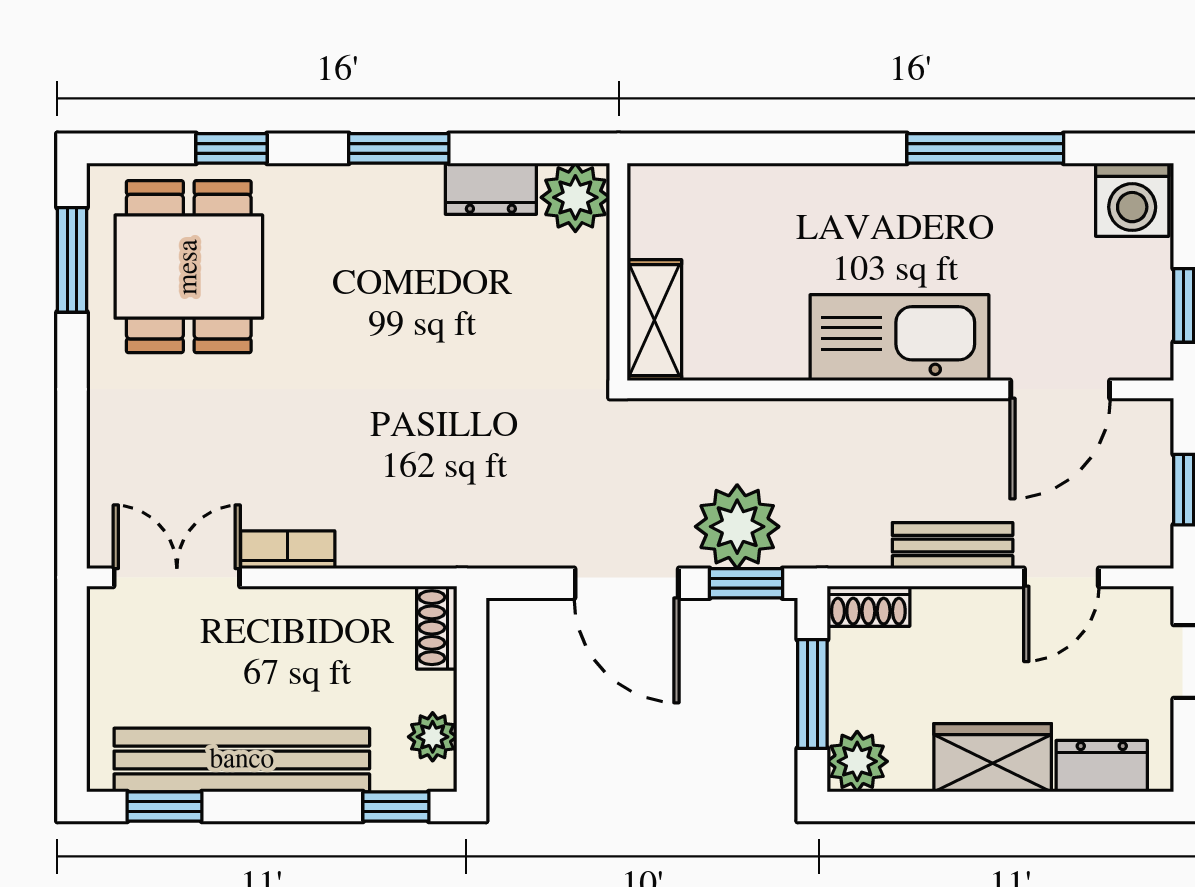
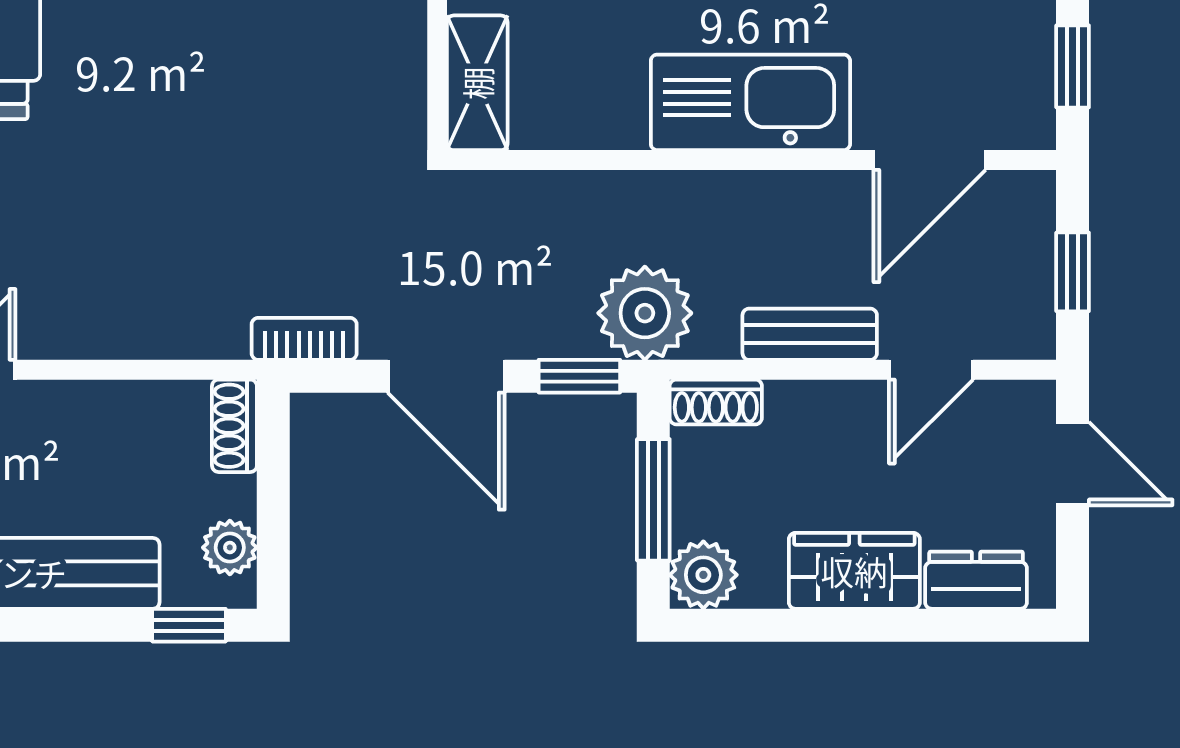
plant: (737, 527) -> (645, 313), moved
bookcase: (288, 550) -> (304, 339), moved

